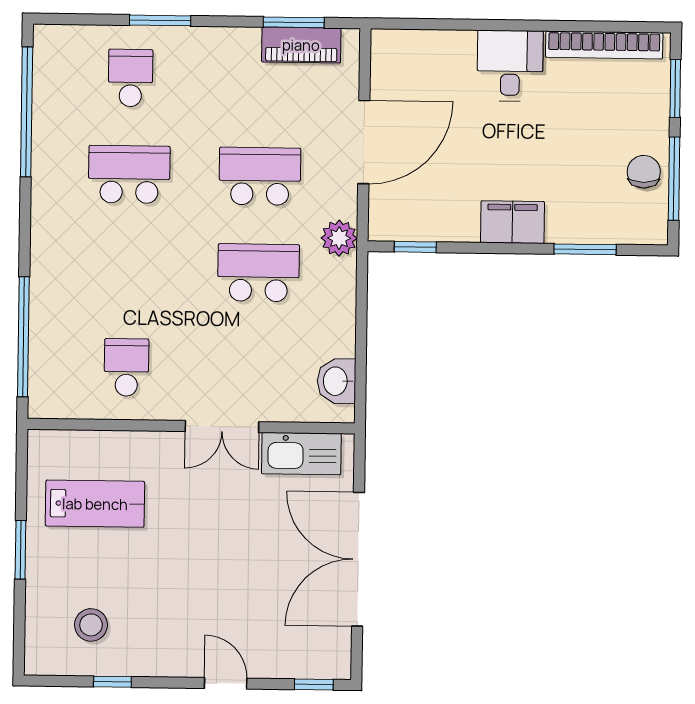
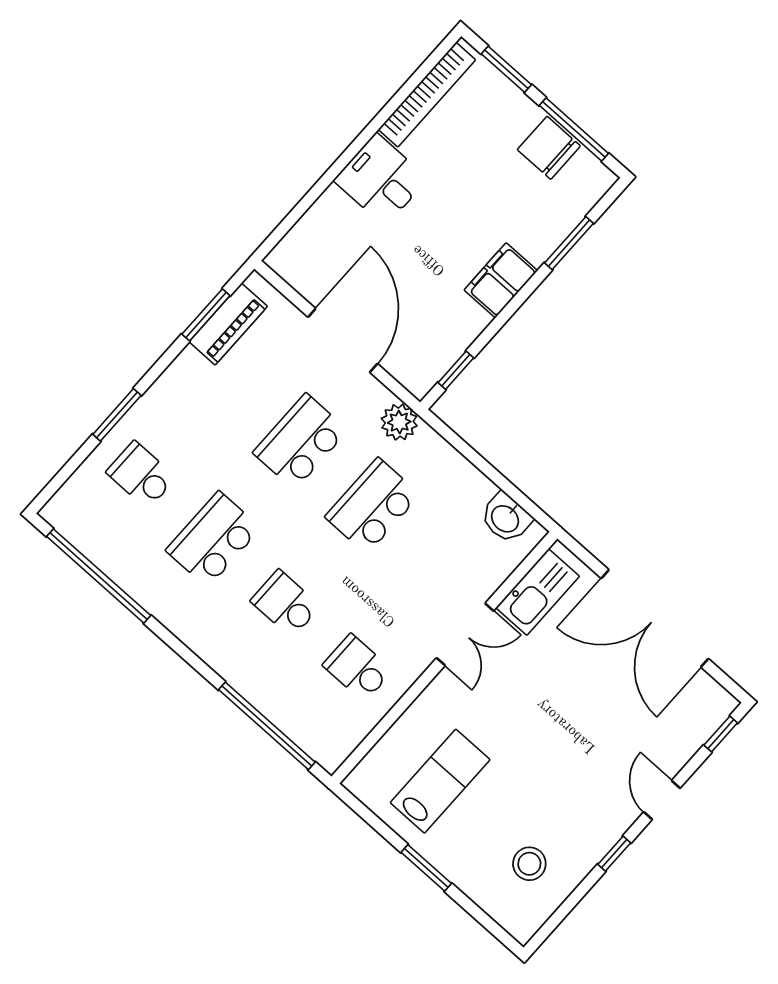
chair: (644, 172) -> (549, 148), width x1.37, depth x1.37
school desk: (128, 271) -> (285, 604), added
window: (112, 682) -> (614, 854), moved
door: (226, 683) -> (662, 800), hinge flipped

